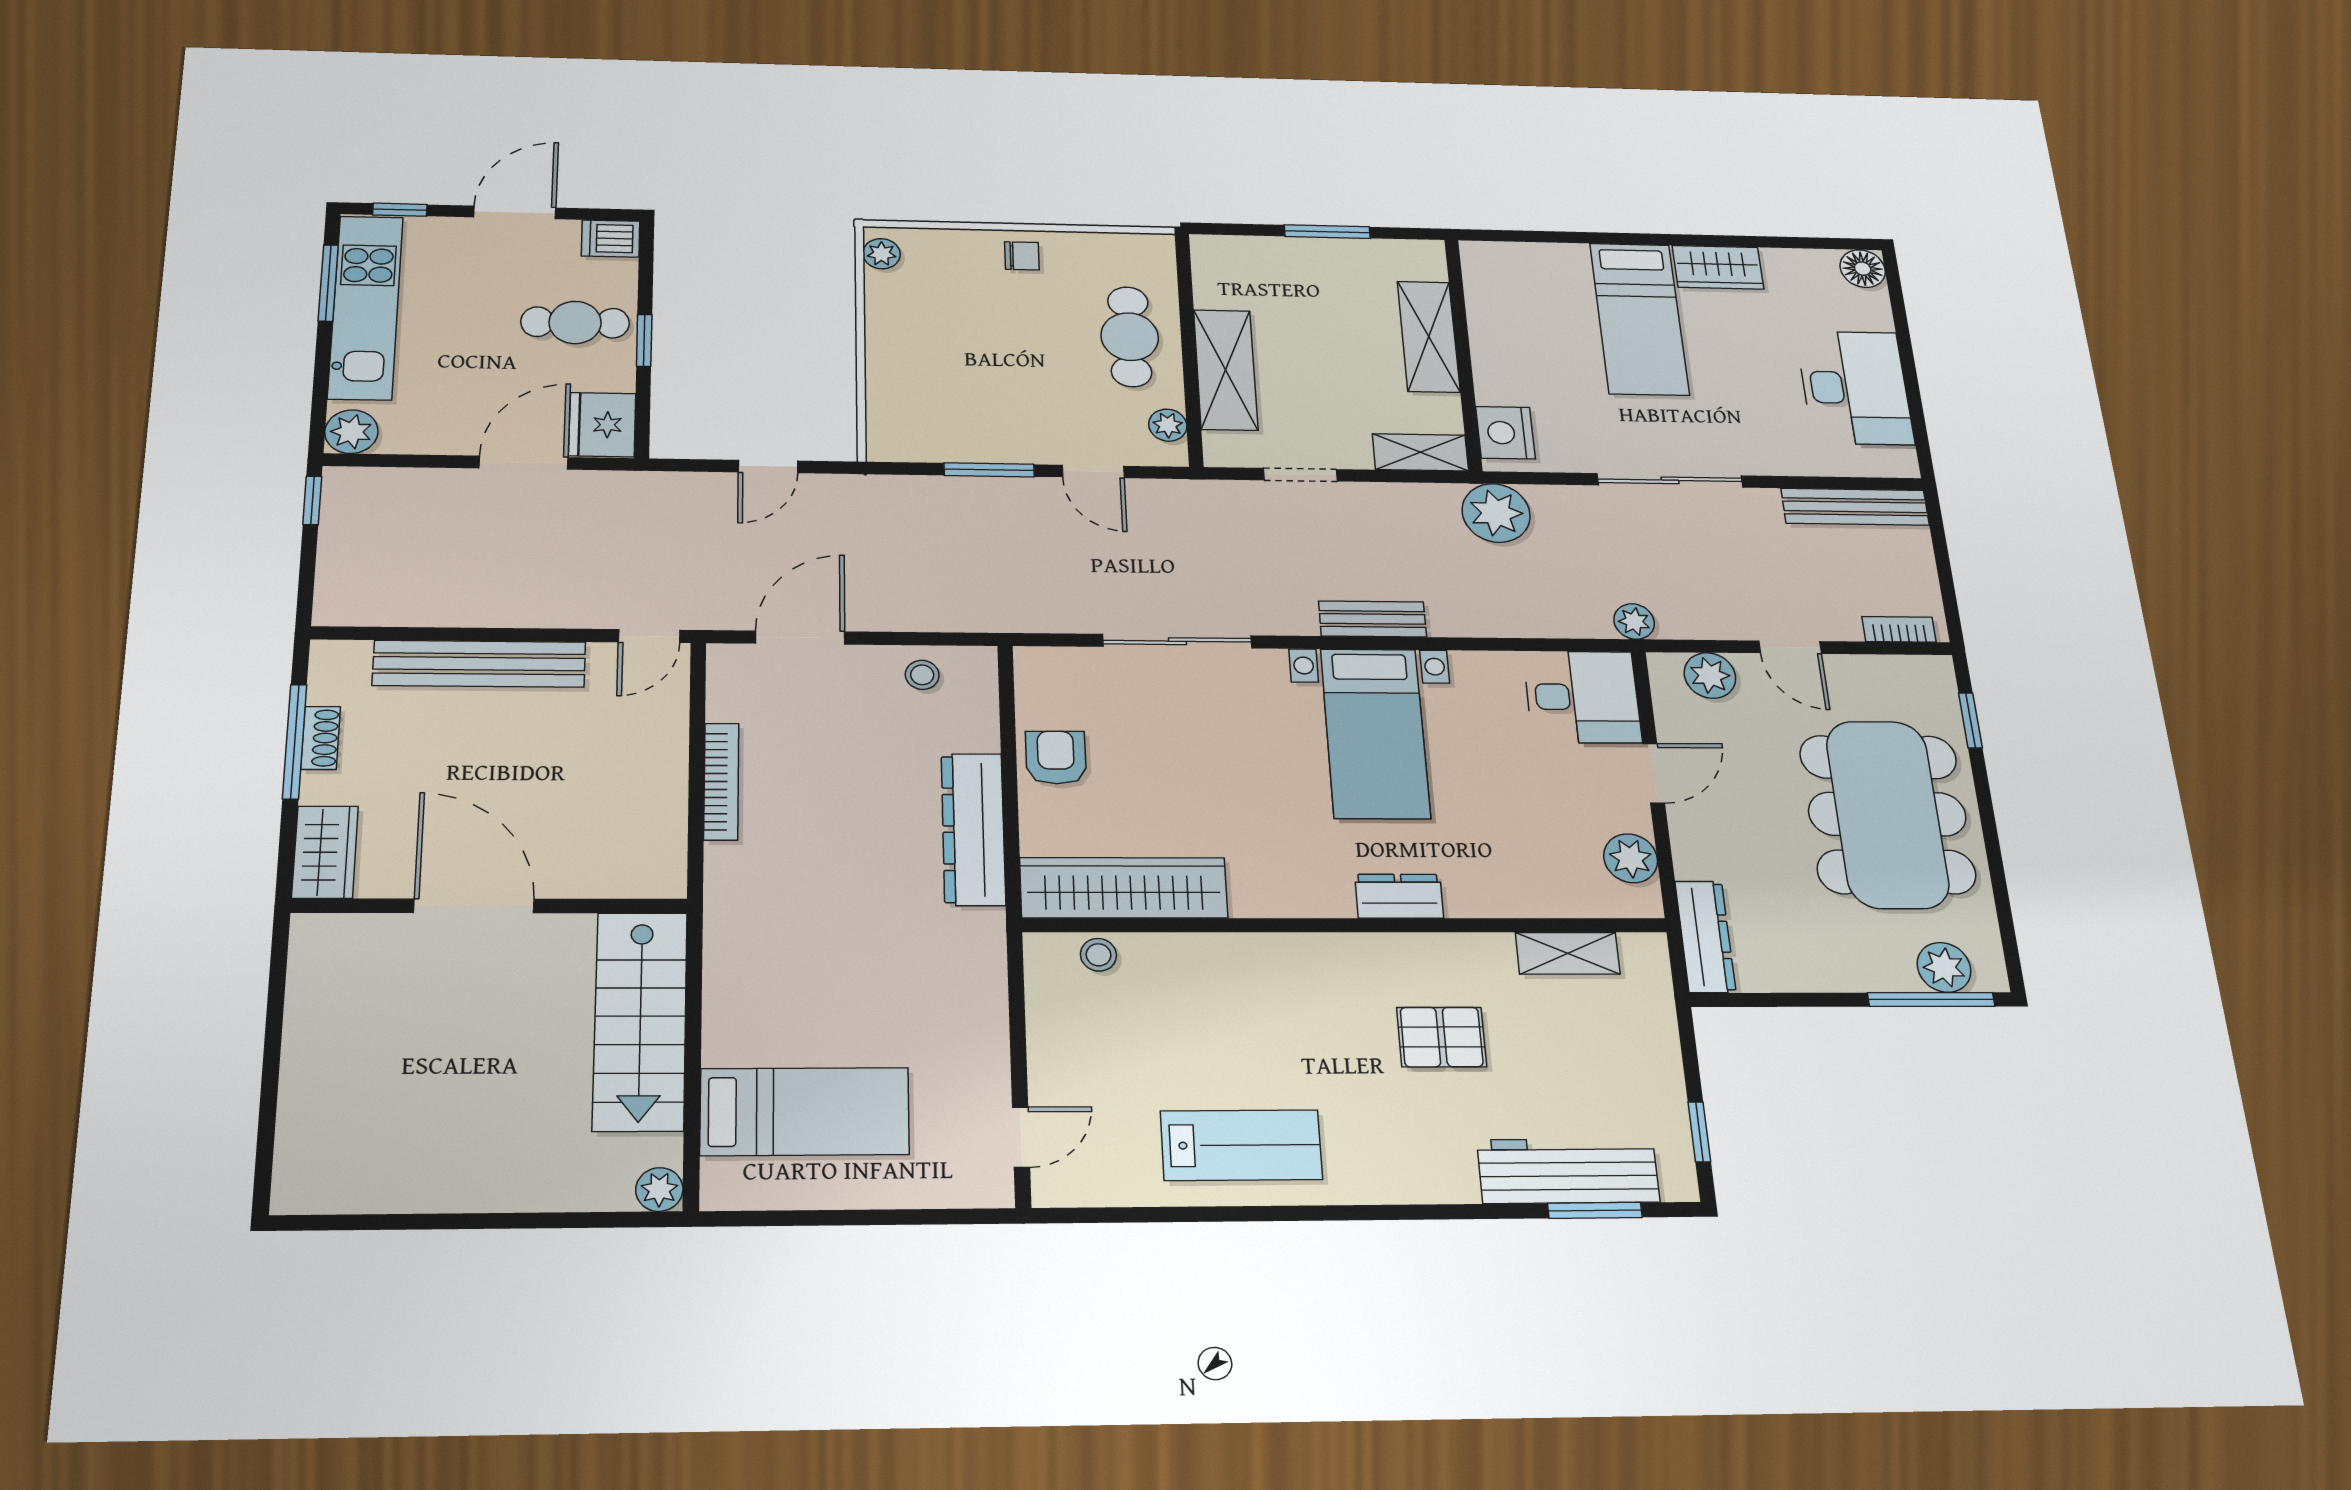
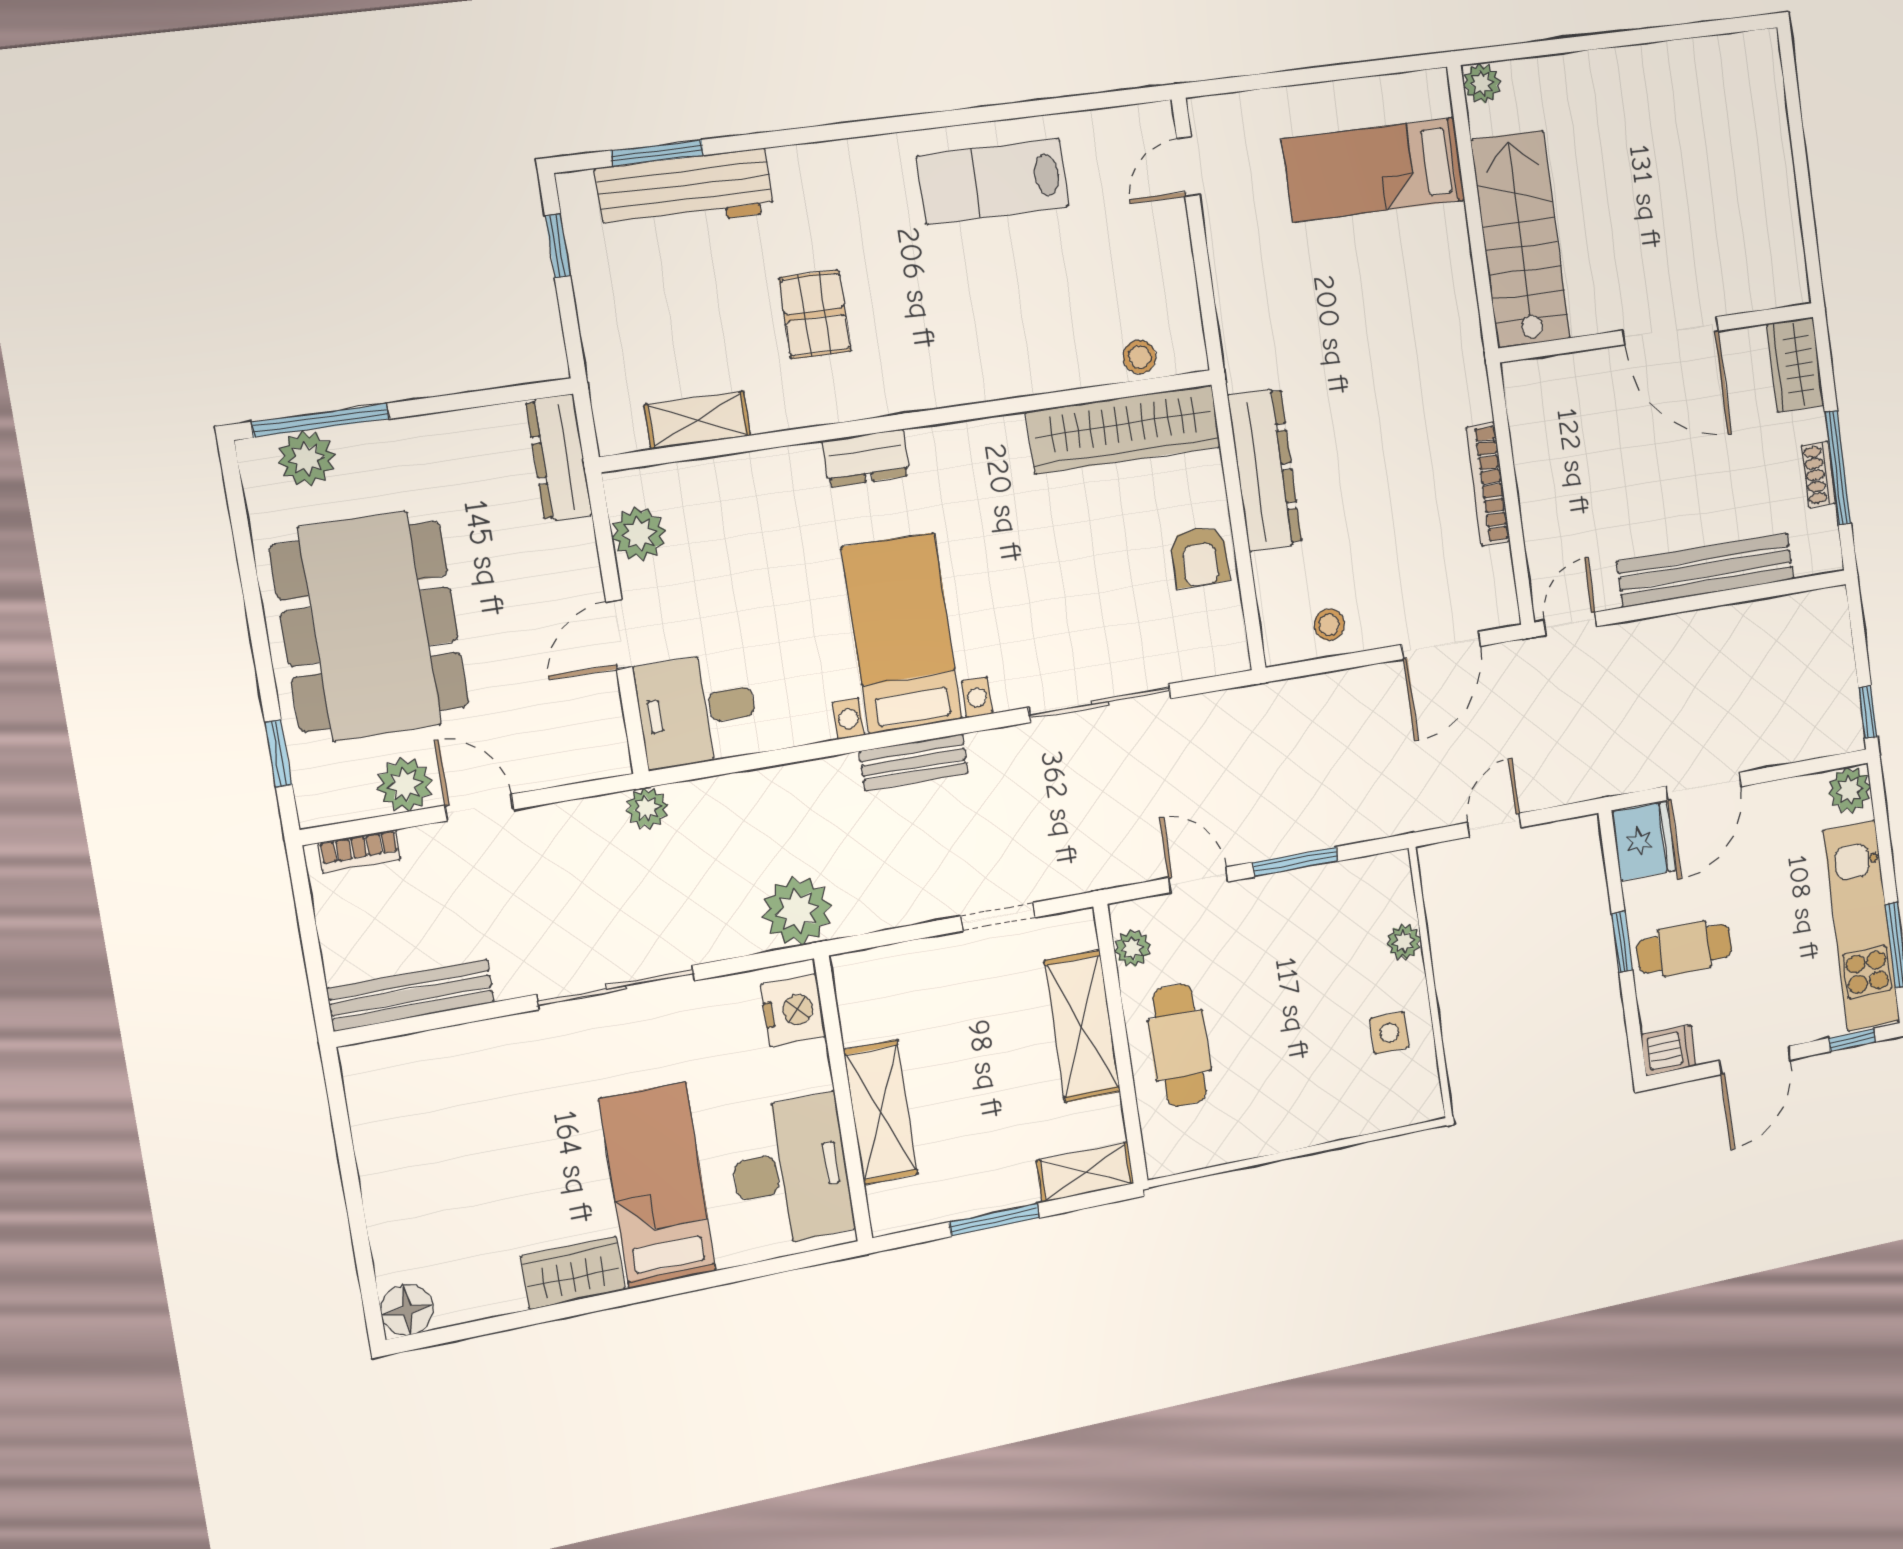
plant: (882, 254) -> (1404, 942), moved
chair: (1022, 256) -> (1293, 1118), removed
side table: (911, 308) -> (1389, 1033), added
desk: (1855, 388) -> (791, 1171), moved, turned 180
shelving: (1420, 452) -> (1085, 1172), moved
plant: (1710, 676) -> (405, 785), moved
pallet: (1442, 1037) -> (815, 314), turned 90

